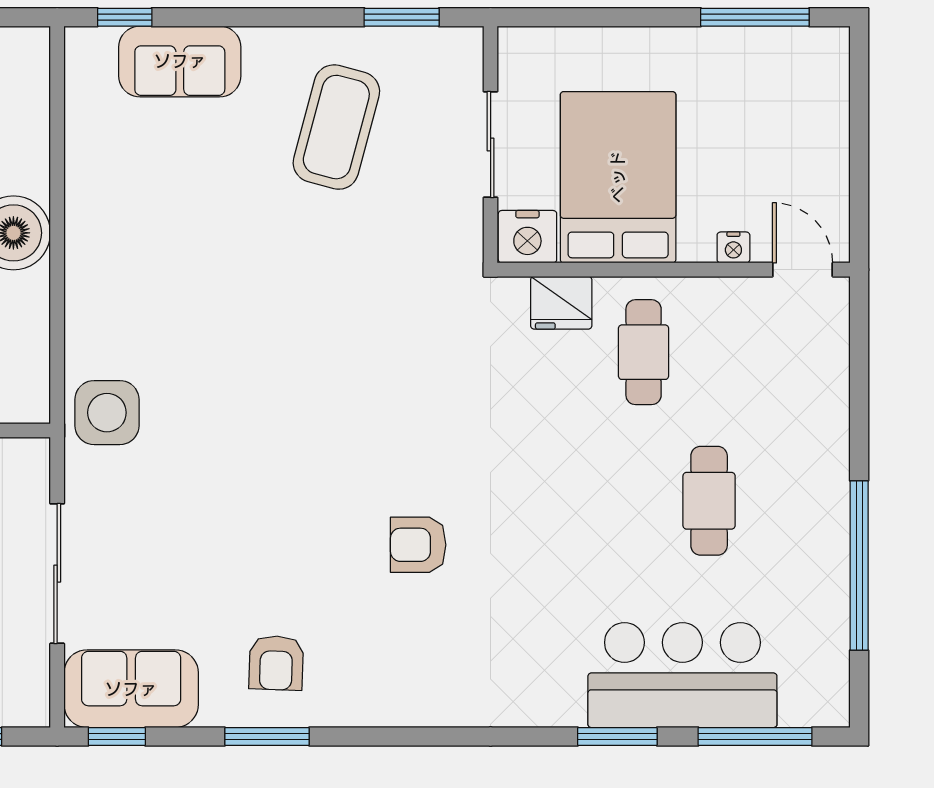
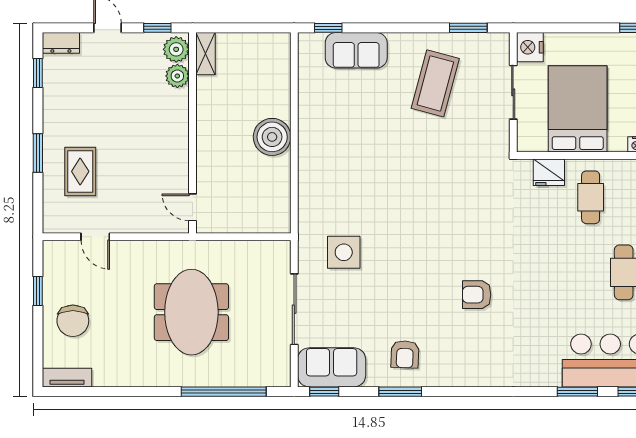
nightstand: (527, 237) -> (530, 47), moved, turned 90
side table: (107, 413) -> (344, 252), moved

